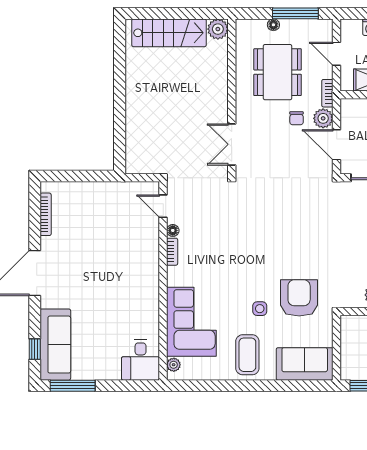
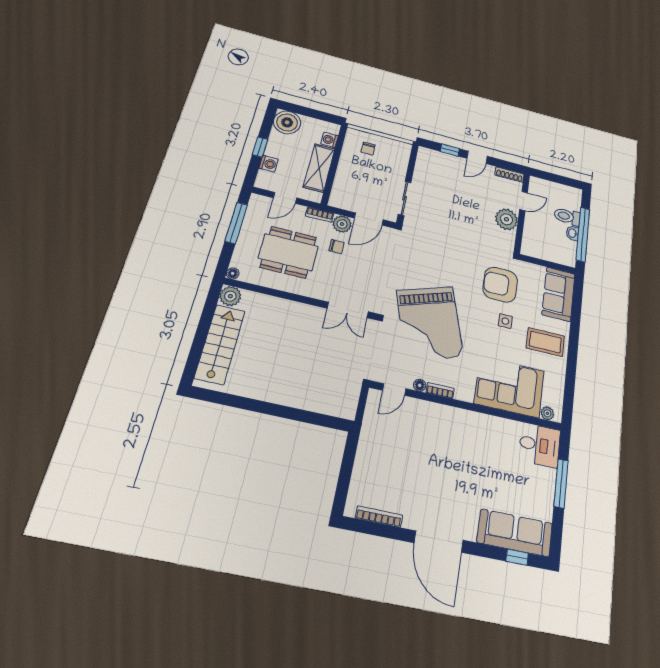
floor lamp: (273, 25) -> (233, 273), moved
grand piano: (238, 230) -> (430, 323), added
window: (73, 386) -> (561, 483), moved

